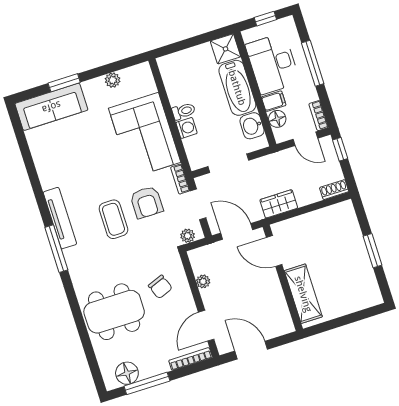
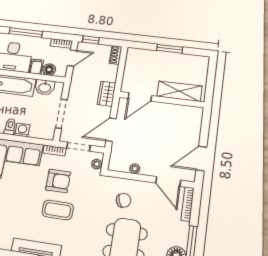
door: (274, 251) -> (140, 97), moved
wall: (283, 278) -> (161, 100), moved
shelving: (303, 294) -> (179, 91), moved

